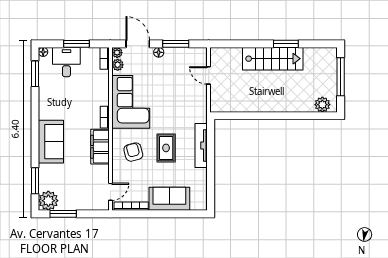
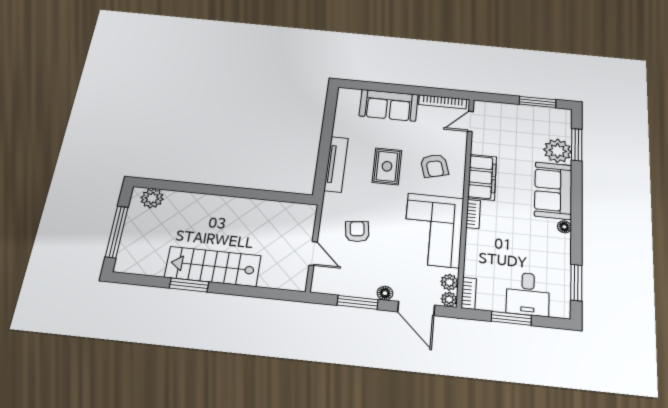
floor lamp: (43, 52) -> (564, 227), moved
armchair: (181, 95) -> (357, 232), added
plant: (48, 201) -> (558, 151), moved

